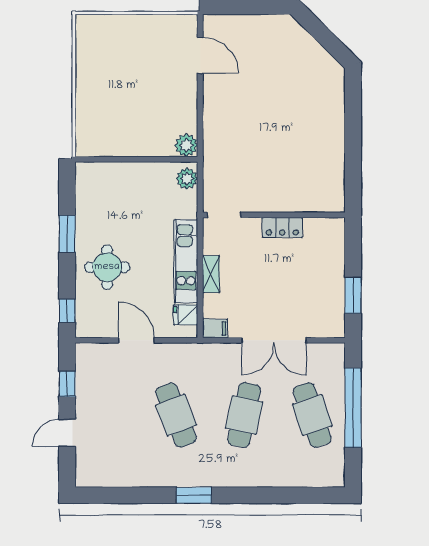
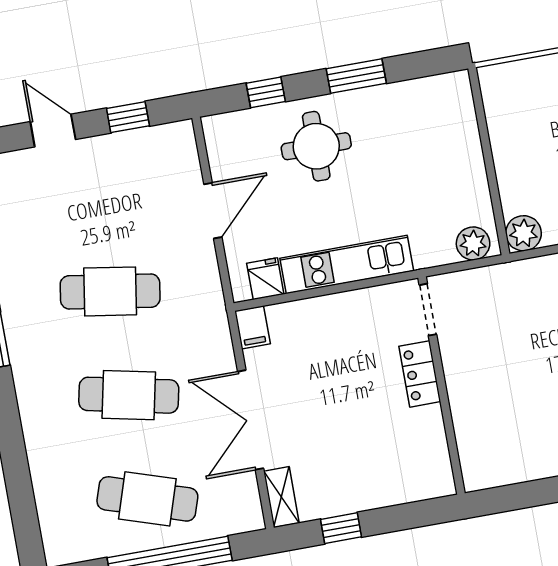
locker: (282, 227) -> (420, 374), moved
shelving: (211, 274) -> (281, 497), moved, turned 90
window: (353, 295) -> (341, 528), width x0.67
window: (67, 311) -> (266, 92), moved
cafe table: (176, 415) -> (110, 291), turned 30
cafe table: (312, 415) -> (147, 499), turned 36

